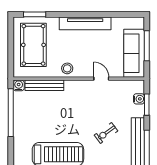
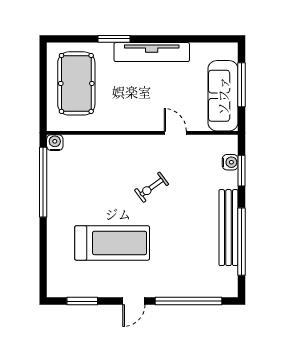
window: (35, 14) -> (114, 39), moved
stool: (67, 68) -> (126, 118), removed
bench: (44, 85) -> (92, 142), removed
exercise bike: (106, 133) -> (152, 187), moved

